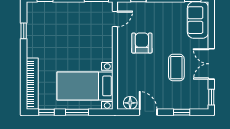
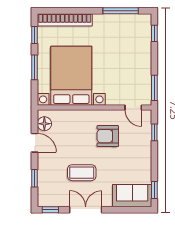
window: (24, 31) -> (121, 11), width x2.17
armchair: (142, 43) -> (108, 136), turned 180
bed with nightstands: (85, 86) -> (71, 76), width x1.36
door: (148, 112) -> (34, 143), hinge flipped

